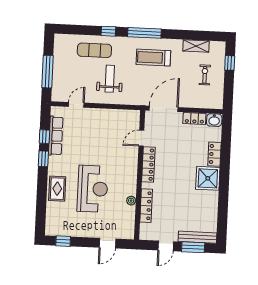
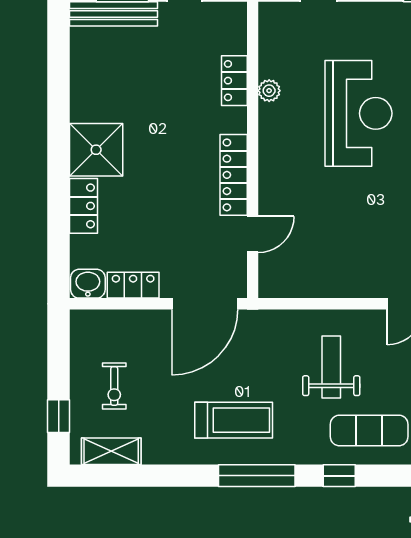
shelving: (196, 46) -> (111, 451), moved
weight bench: (110, 79) -> (331, 367), turned 180
reception desk: (93, 189) -> (358, 113), turned 180
locker: (146, 206) -> (234, 81), width x0.66

